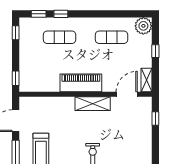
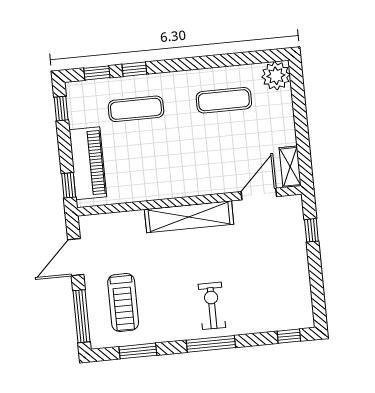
window: (155, 51) -> (300, 116), removed
piano: (81, 83) -> (88, 163), moved, turned 90
shelving: (93, 104) -> (189, 217), width x1.47

